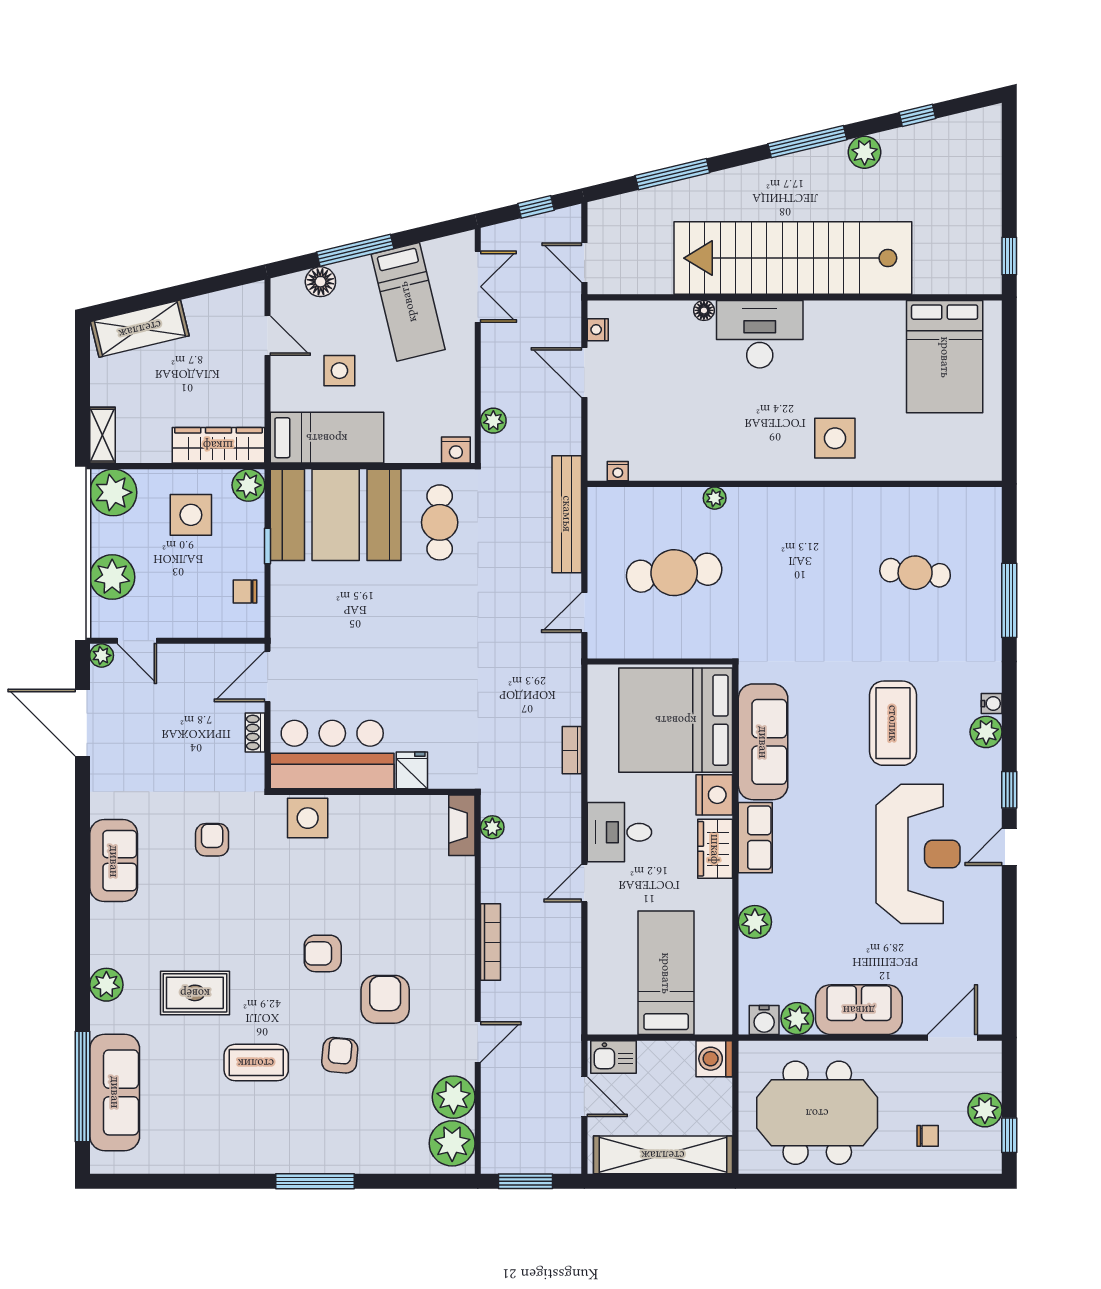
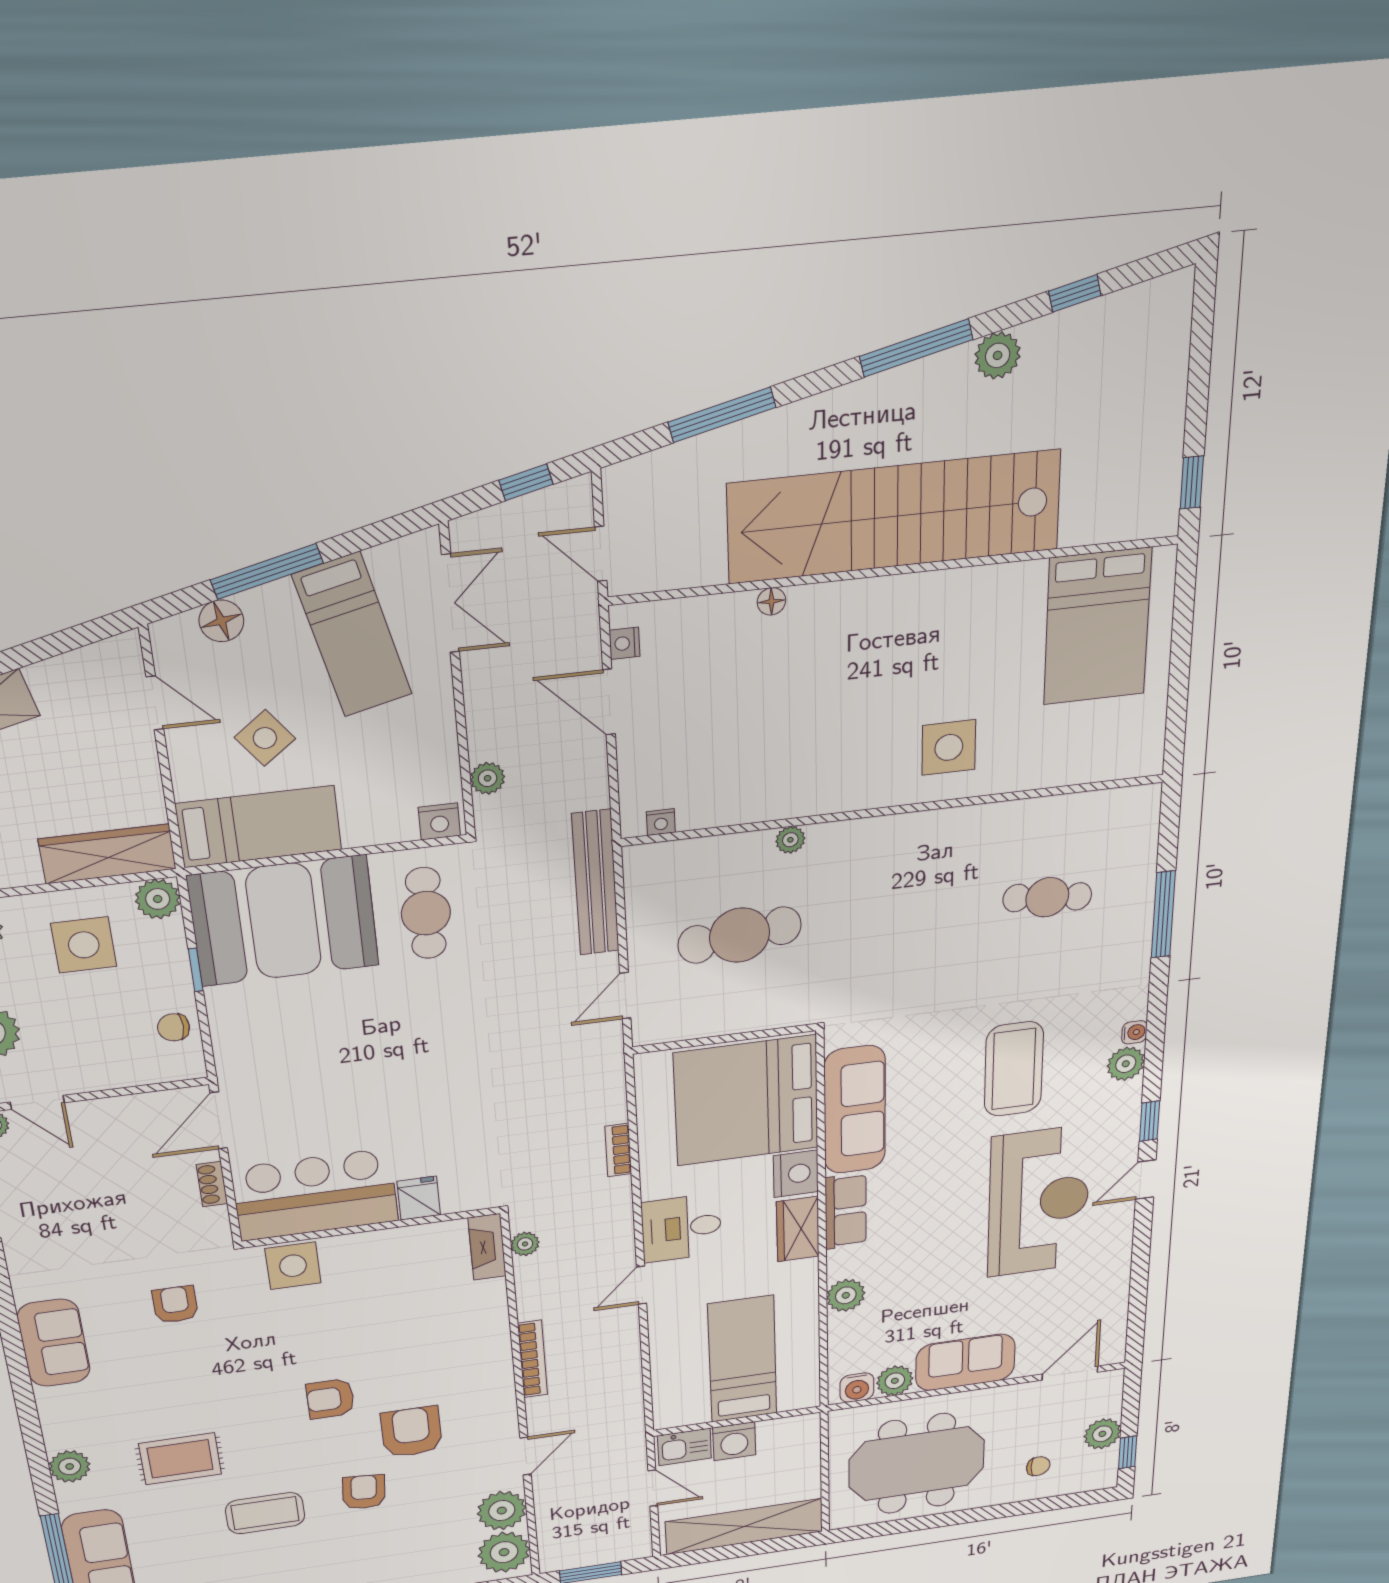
desk: (760, 334) -> (849, 625), removed
side table: (339, 371) -> (265, 738), turned -37
washing machine: (714, 1059) -> (734, 1441), moved, turned -90

